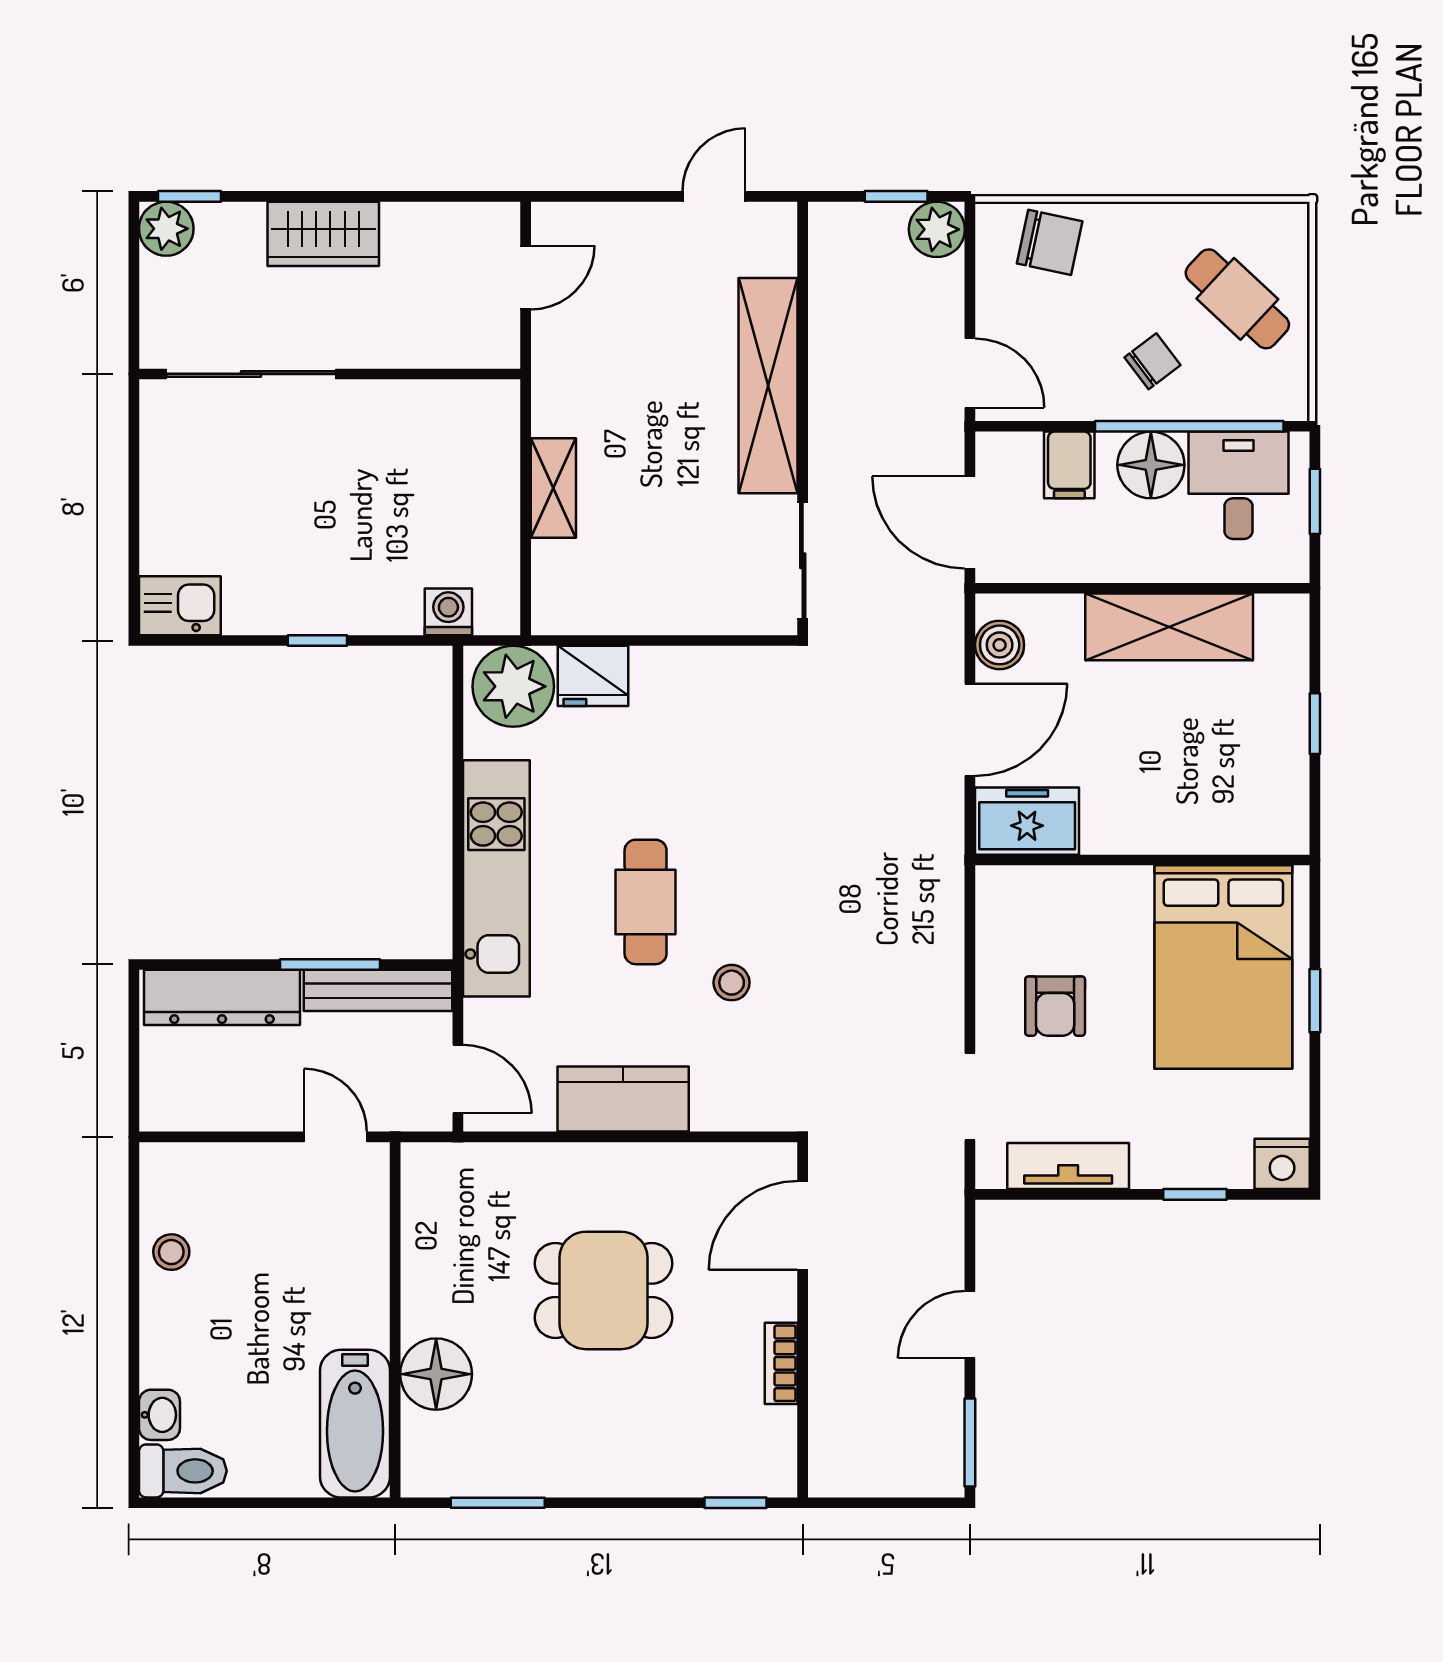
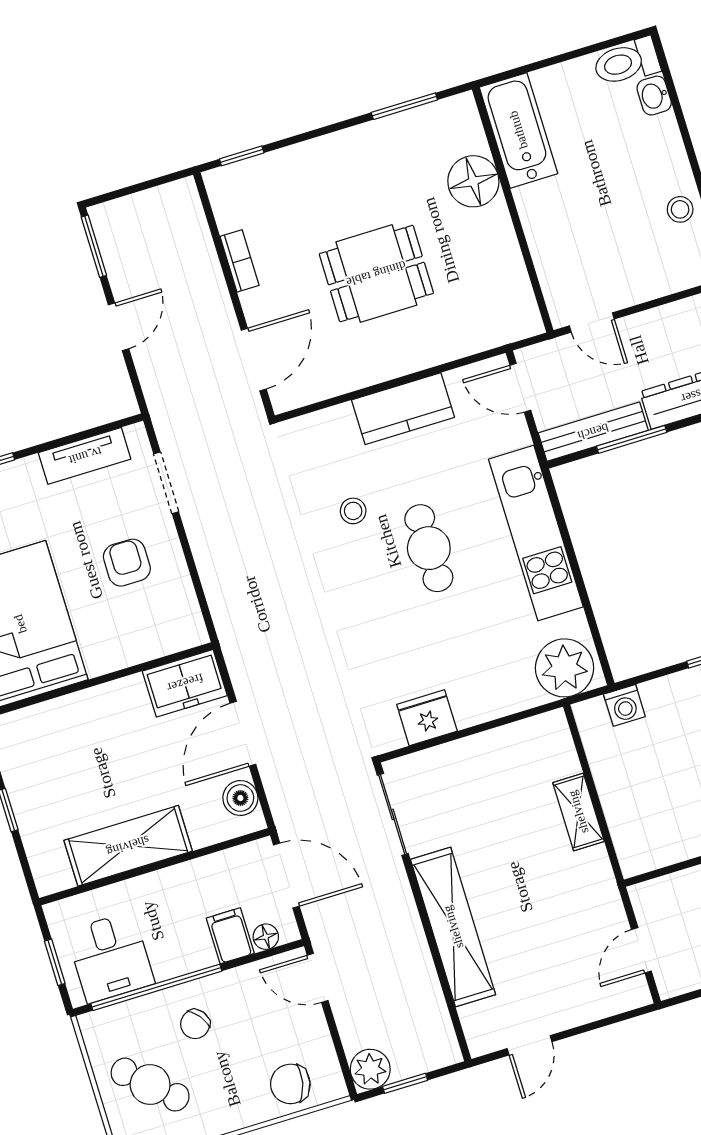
floor lamp: (1151, 465) -> (266, 937), moved, width x0.53, depth x0.53
fridge: (593, 676) -> (427, 718), moved

